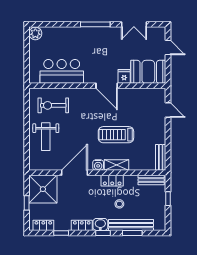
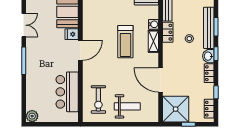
water cooler: (98, 165) -> (153, 24), moved
locker: (112, 181) -> (168, 32), moved

